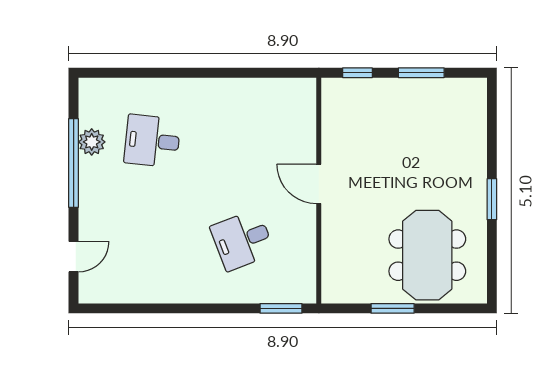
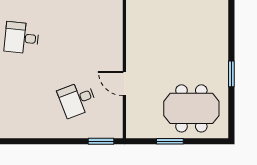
door: (319, 184) -> (124, 84), moved
meeting table: (427, 255) -> (191, 108), turned 90

